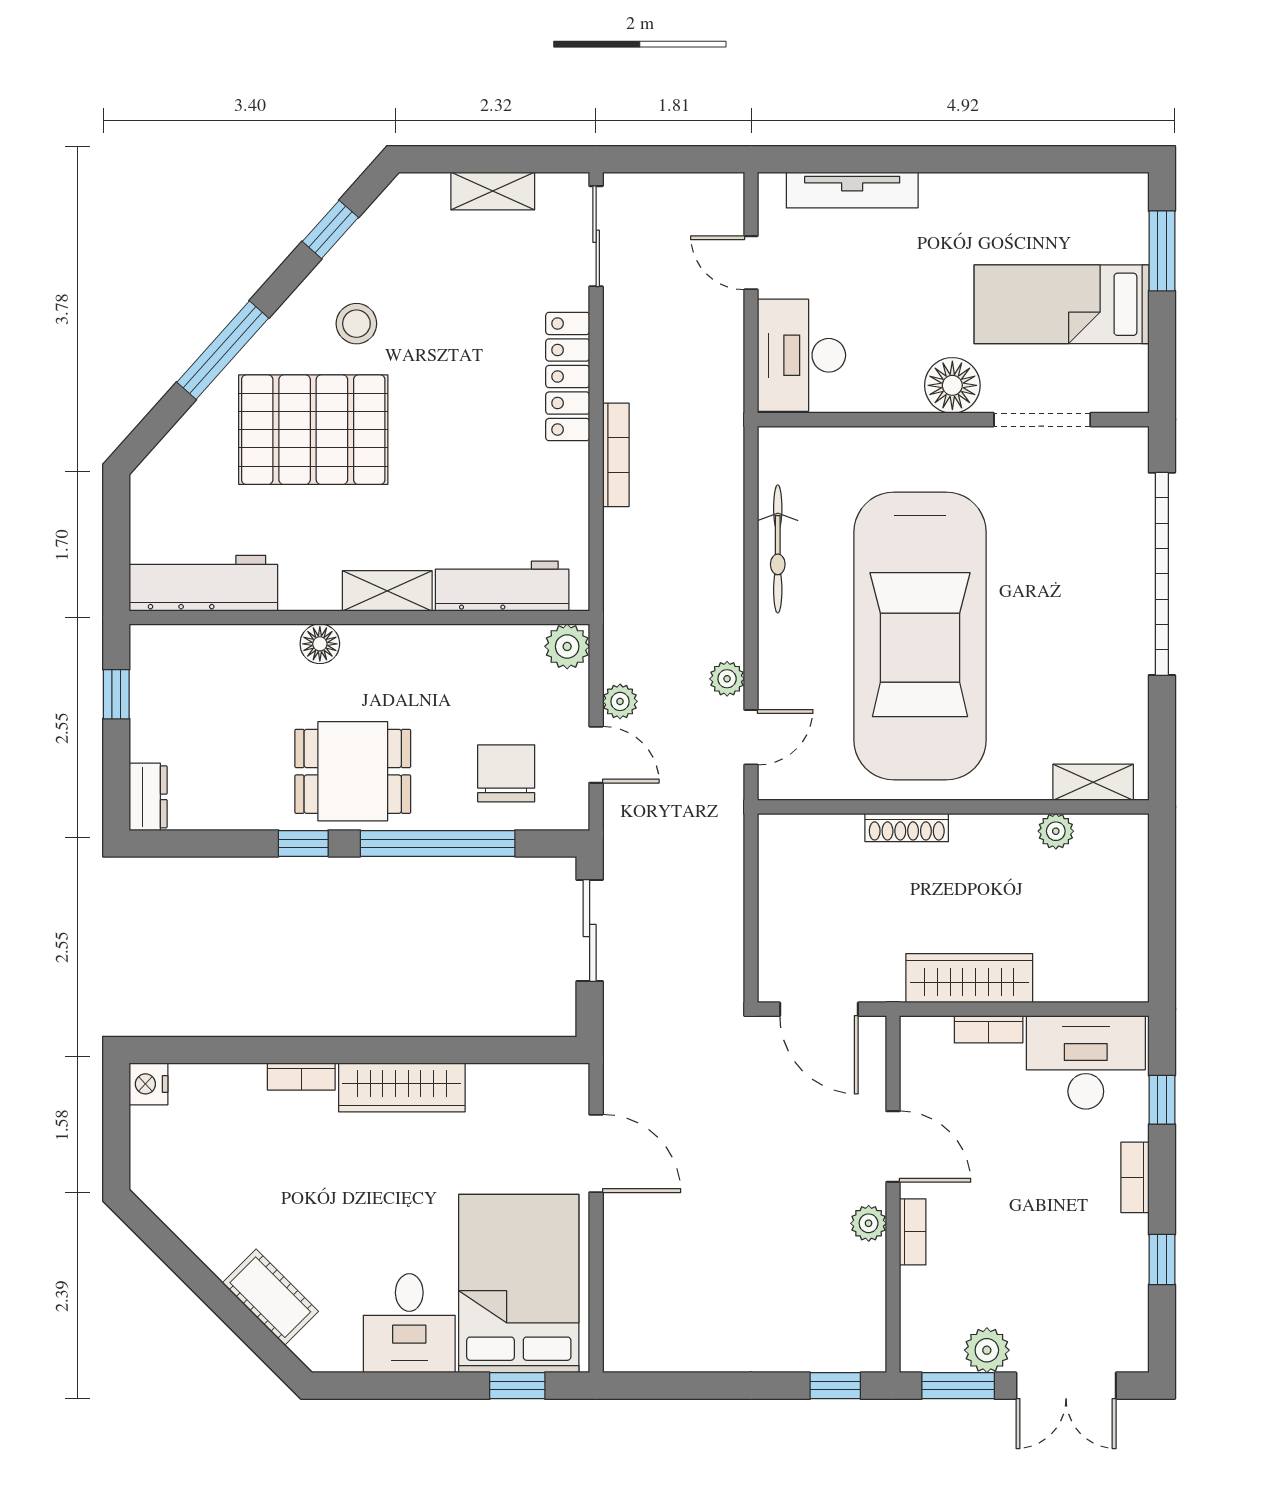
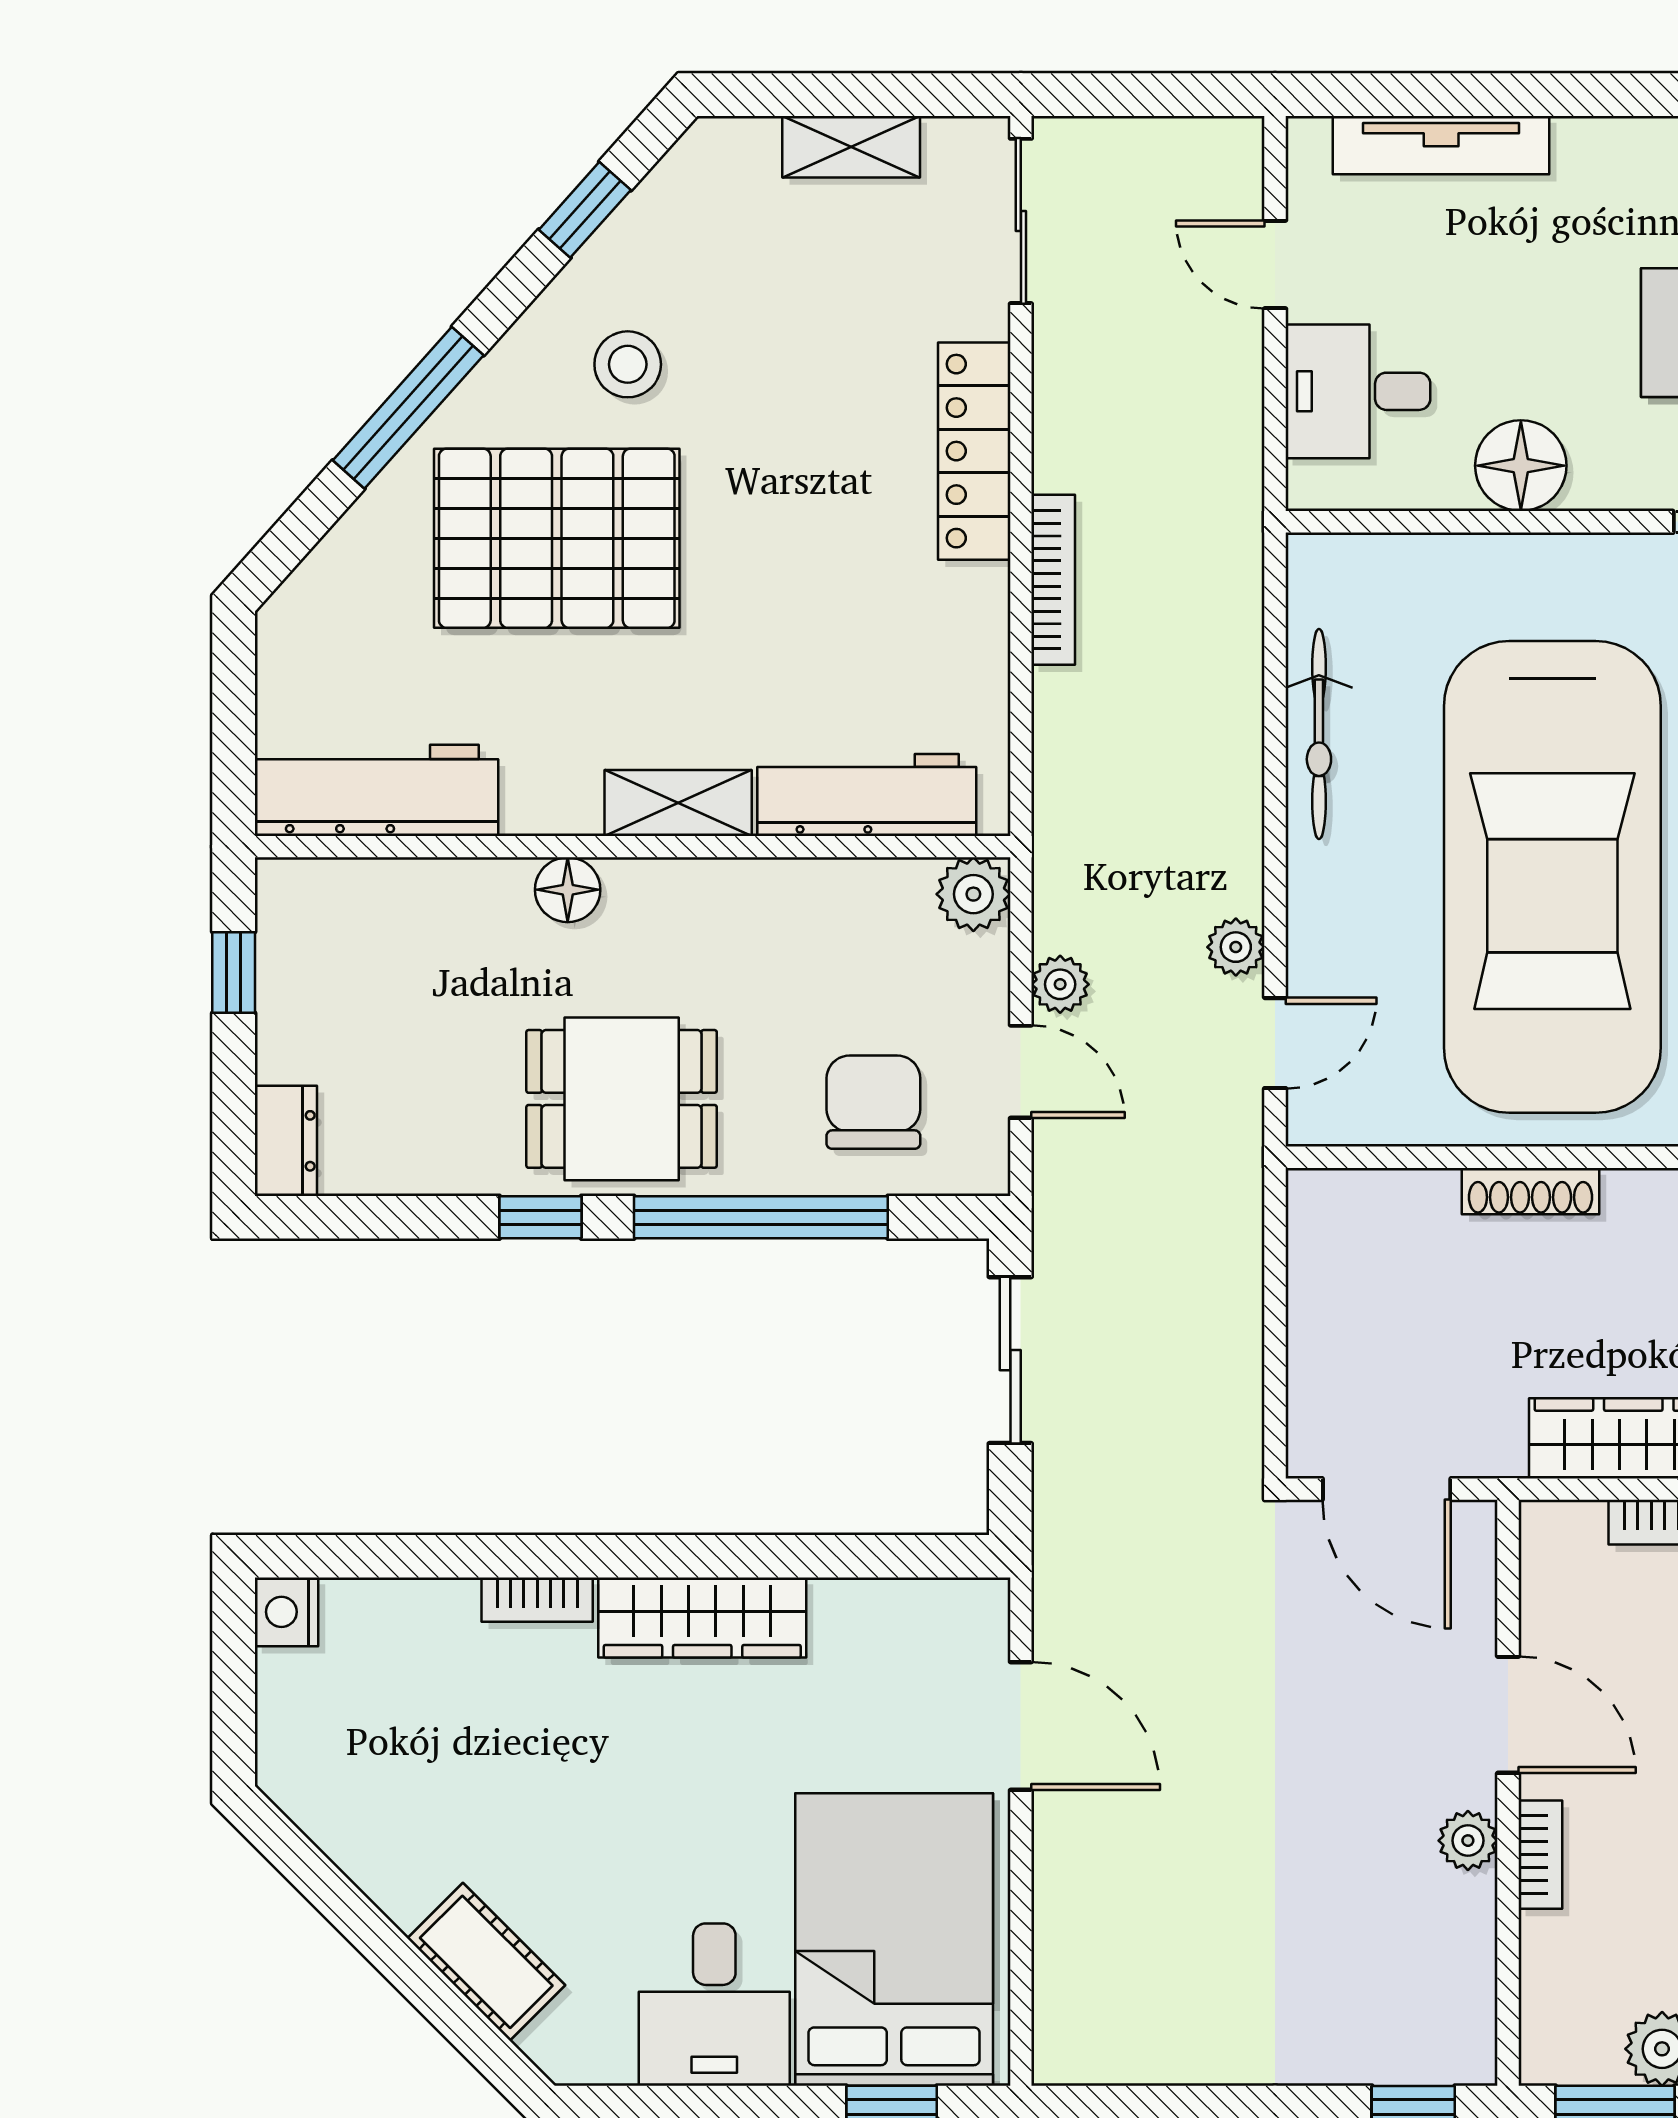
desk: (801, 355) -> (1358, 391), width x0.73
floor lamp: (952, 385) -> (1521, 466), moved

